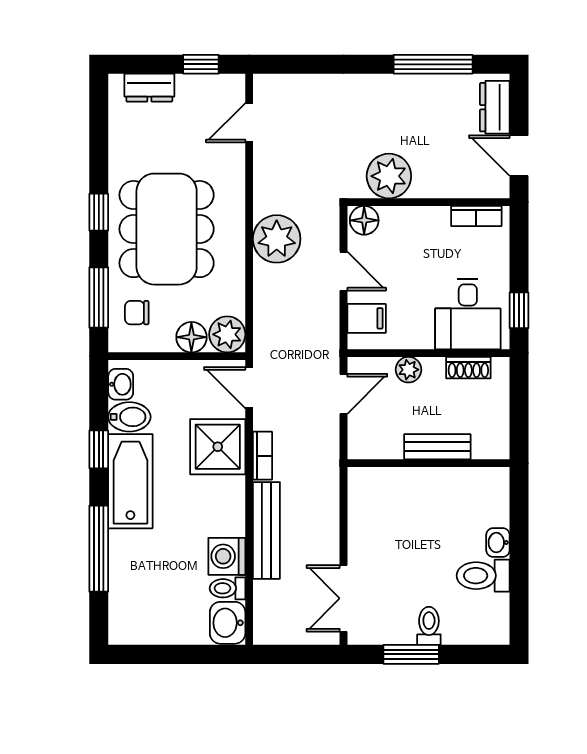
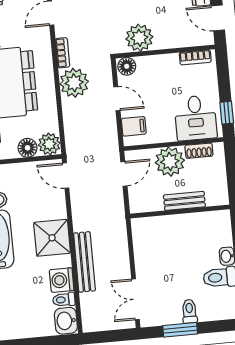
plant: (408, 370) -> (170, 162), width x1.87, depth x1.87
shower: (218, 447) -> (52, 238), moved
bookcase: (262, 456) -> (63, 53), moved

